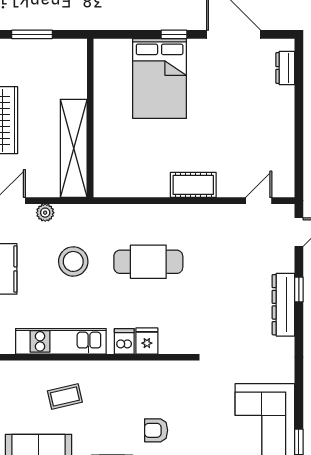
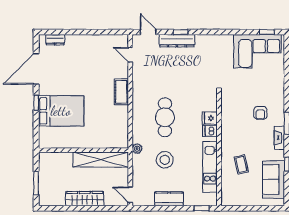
plant: (45, 213) -> (137, 149), moved
dresser: (283, 305) -> (177, 41), moved

